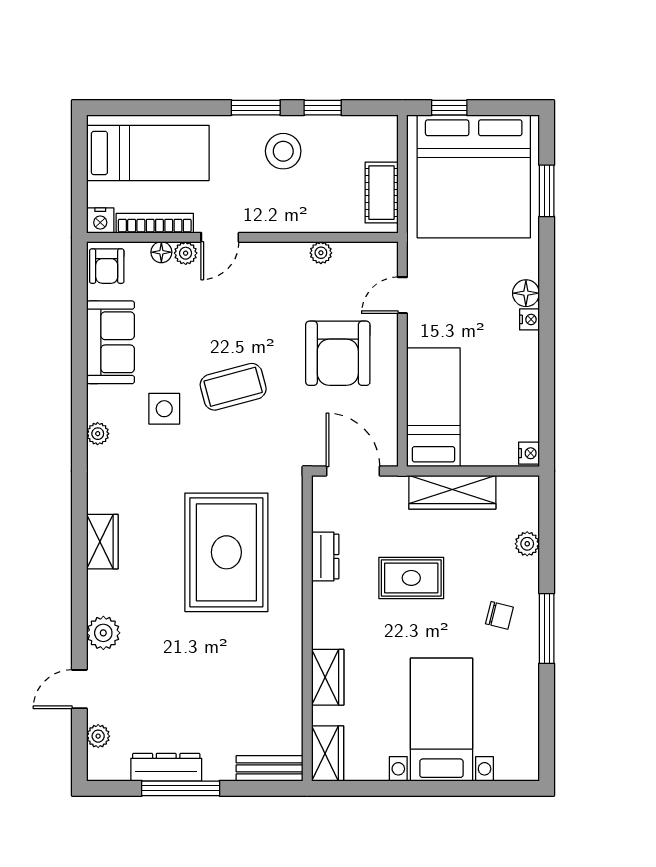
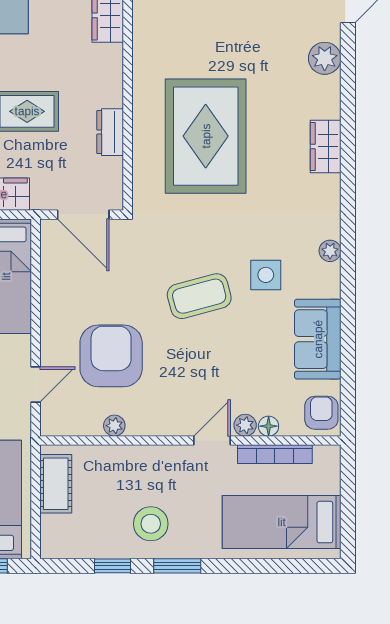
nightstand: (100, 221) -> (328, 457), removed
armchair: (338, 353) -> (111, 356), moved

